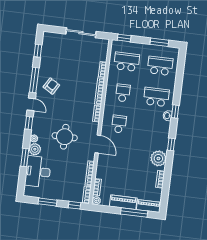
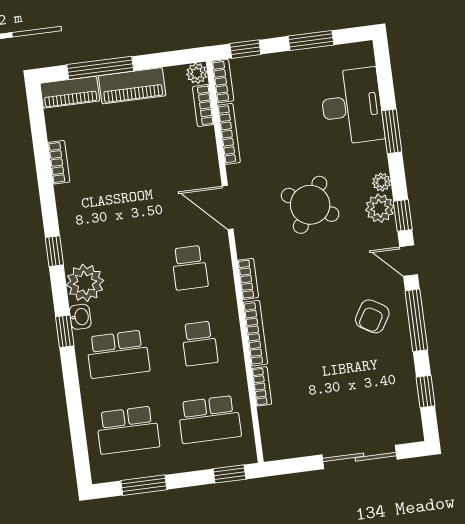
sliding door: (81, 33) -> (359, 457), moved
round table: (65, 137) -> (310, 205), turned 31
plant: (35, 149) -> (380, 208), moved
plant: (158, 158) -> (85, 283), moved

